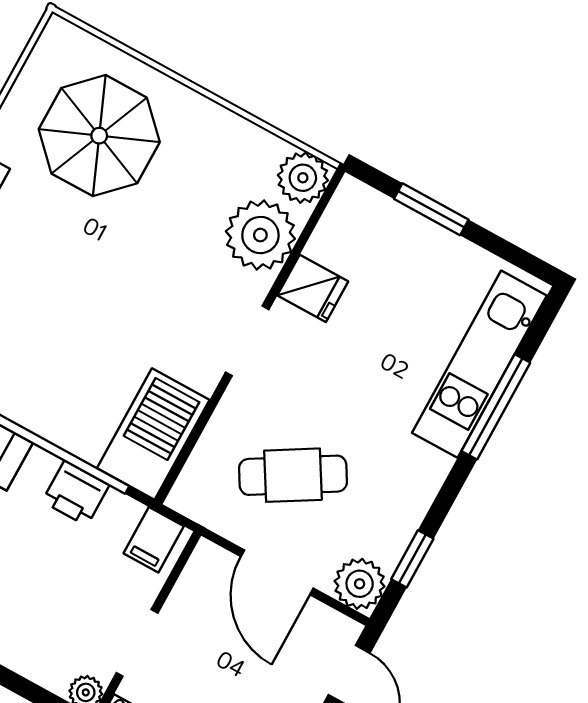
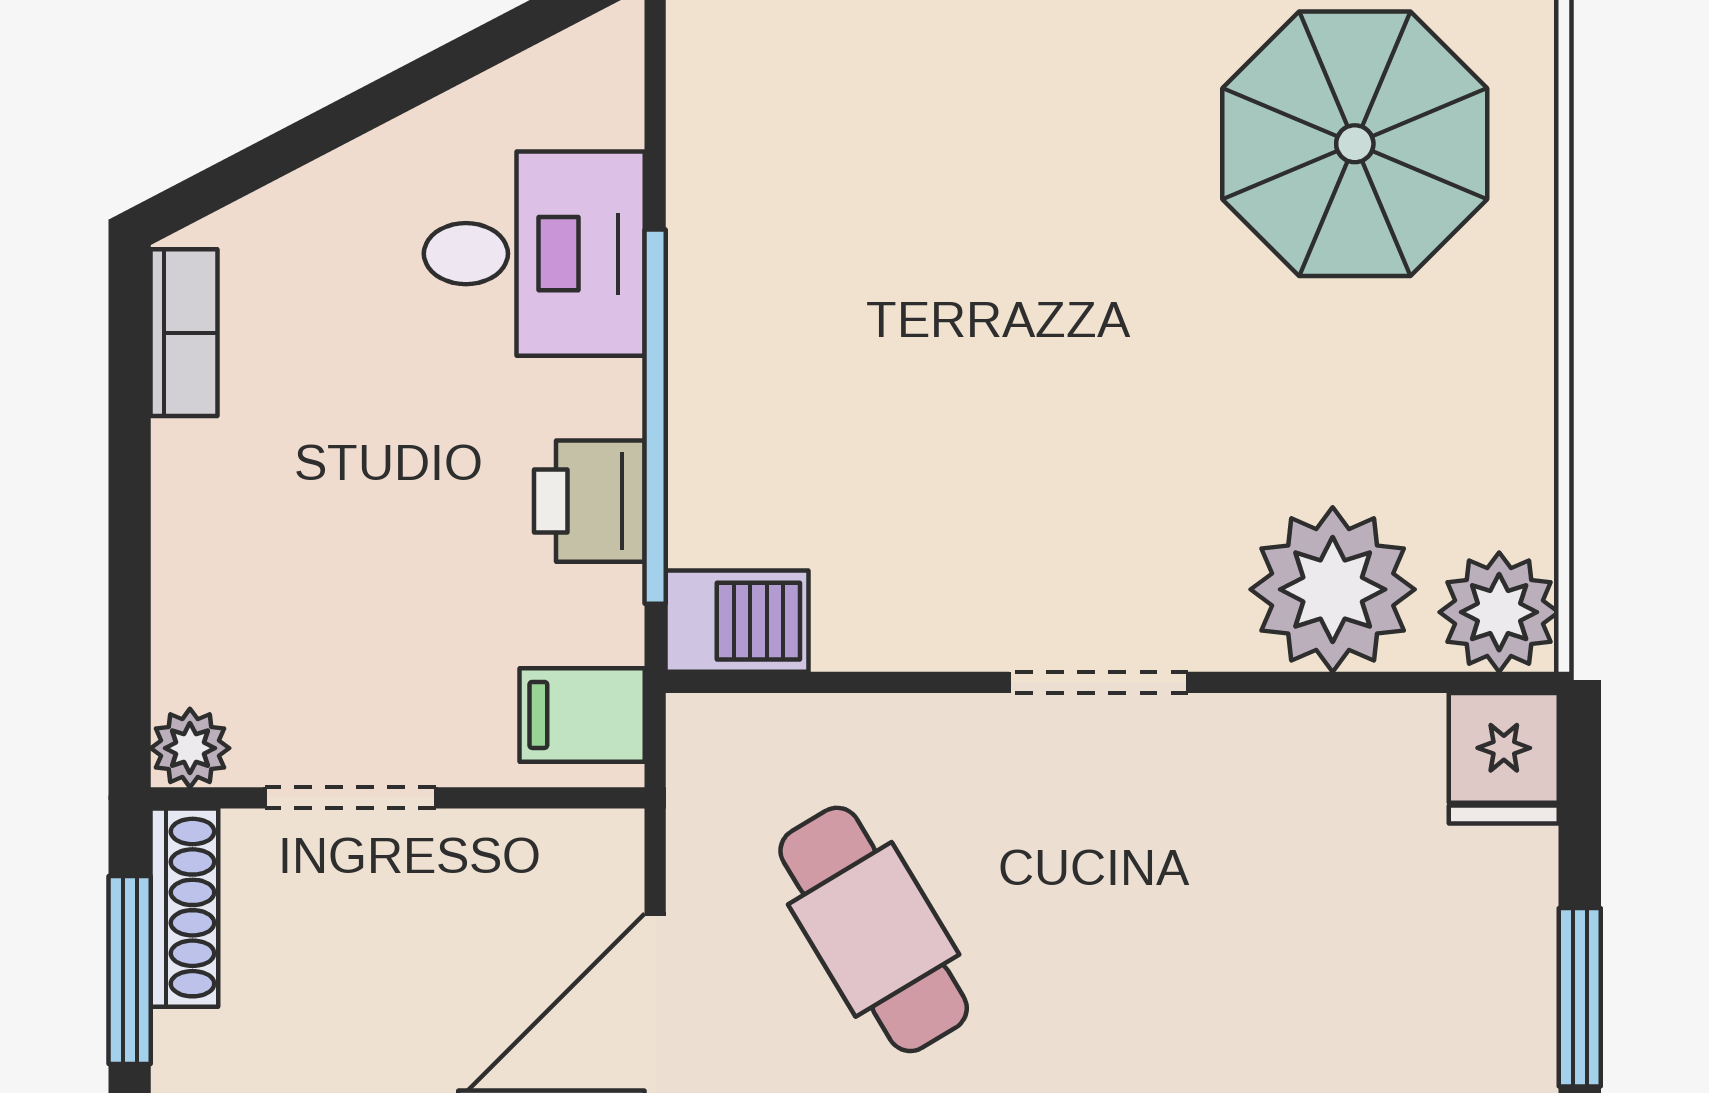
window: (431, 209) -> (1580, 997), moved
fridge: (313, 288) -> (1504, 758), moved
barbecue: (153, 434) -> (737, 621), width x0.53, depth x0.65

